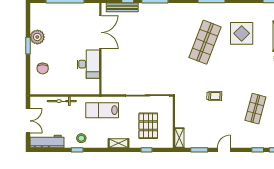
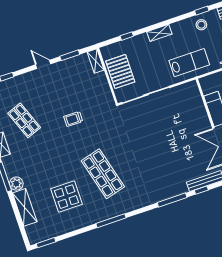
shop shelf: (205, 42) -> (103, 174), turned -36
shop shelf: (255, 109) -> (24, 120), turned -36
pallet: (148, 126) -> (120, 71), moved
door: (224, 150) -> (43, 64), swing flipped

